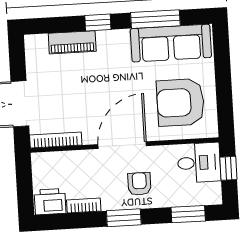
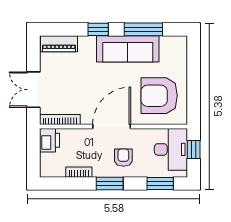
piano: (72, 42) -> (59, 44), moved
sofa: (171, 43) -> (128, 49), moved
desk: (199, 163) -> (171, 149), width x1.37
printer: (50, 202) -> (49, 140), moved, turned 90

